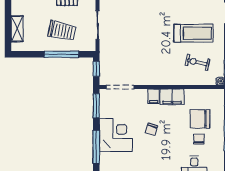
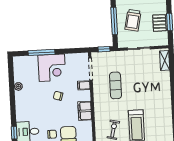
exercise mat: (142, 57) -> (116, 85), added
filing cabinet: (154, 96) -> (84, 85), moved
window: (96, 106) -> (74, 51), removed

